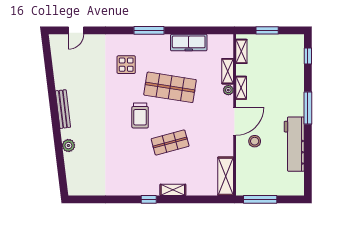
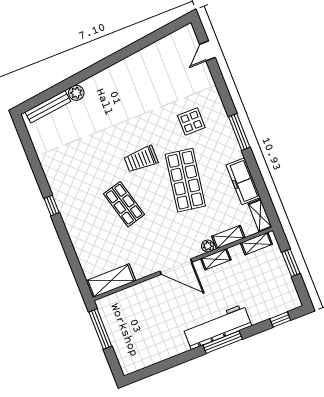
door: (76, 30) -> (207, 51), hinge flipped
bench: (63, 109) -> (48, 107), moved
stool: (255, 141) -> (162, 298), removed
workbench: (294, 144) -> (217, 327), moved
shelving: (173, 190) -> (260, 215), moved

